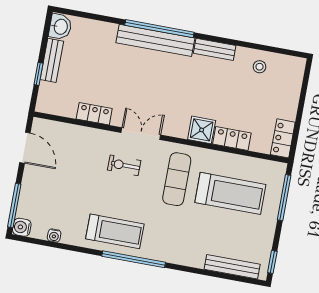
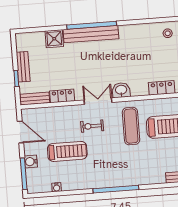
washbasin: (60, 27) -> (121, 90), moved, turned -90
bench: (215, 49) -> (35, 99), moved
shower: (202, 130) -> (54, 39), moved
water cooler: (22, 227) -> (31, 162), moved
treadmill: (115, 231) -> (67, 151), moved

